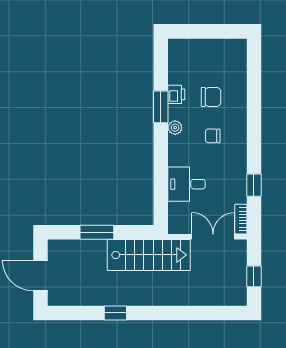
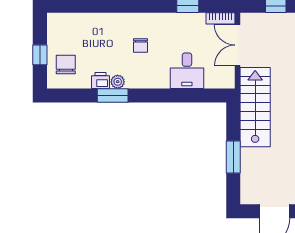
window: (203, 31) -> (40, 55), added
chair: (211, 97) -> (66, 65), moved
plant: (175, 128) -> (118, 82), moved

